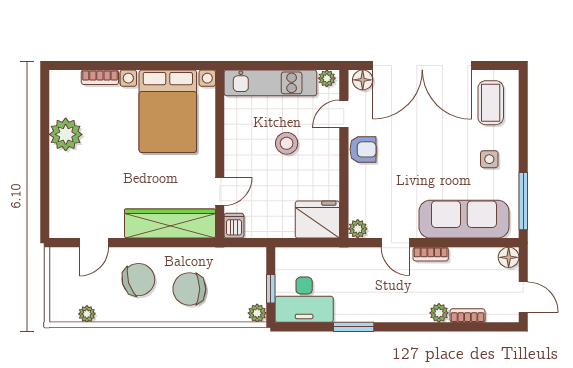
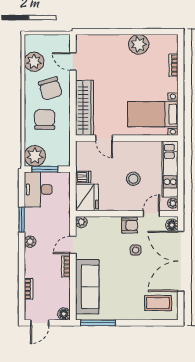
bed with nightstands: (168, 111) -> (153, 114), width x0.73
door: (344, 114) -> (151, 214), hinge flipped
armchair: (363, 149) -> (130, 225), turned -90
side table: (489, 159) -> (136, 250), moved
dishwasher: (234, 226) -> (83, 177), moved
window: (271, 289) -> (45, 169), width x1.50
plant: (257, 313) -> (35, 156), width x1.87, depth x1.87
plant: (439, 313) -> (30, 242), moved
plant: (87, 314) -> (34, 62), width x1.87, depth x1.87

